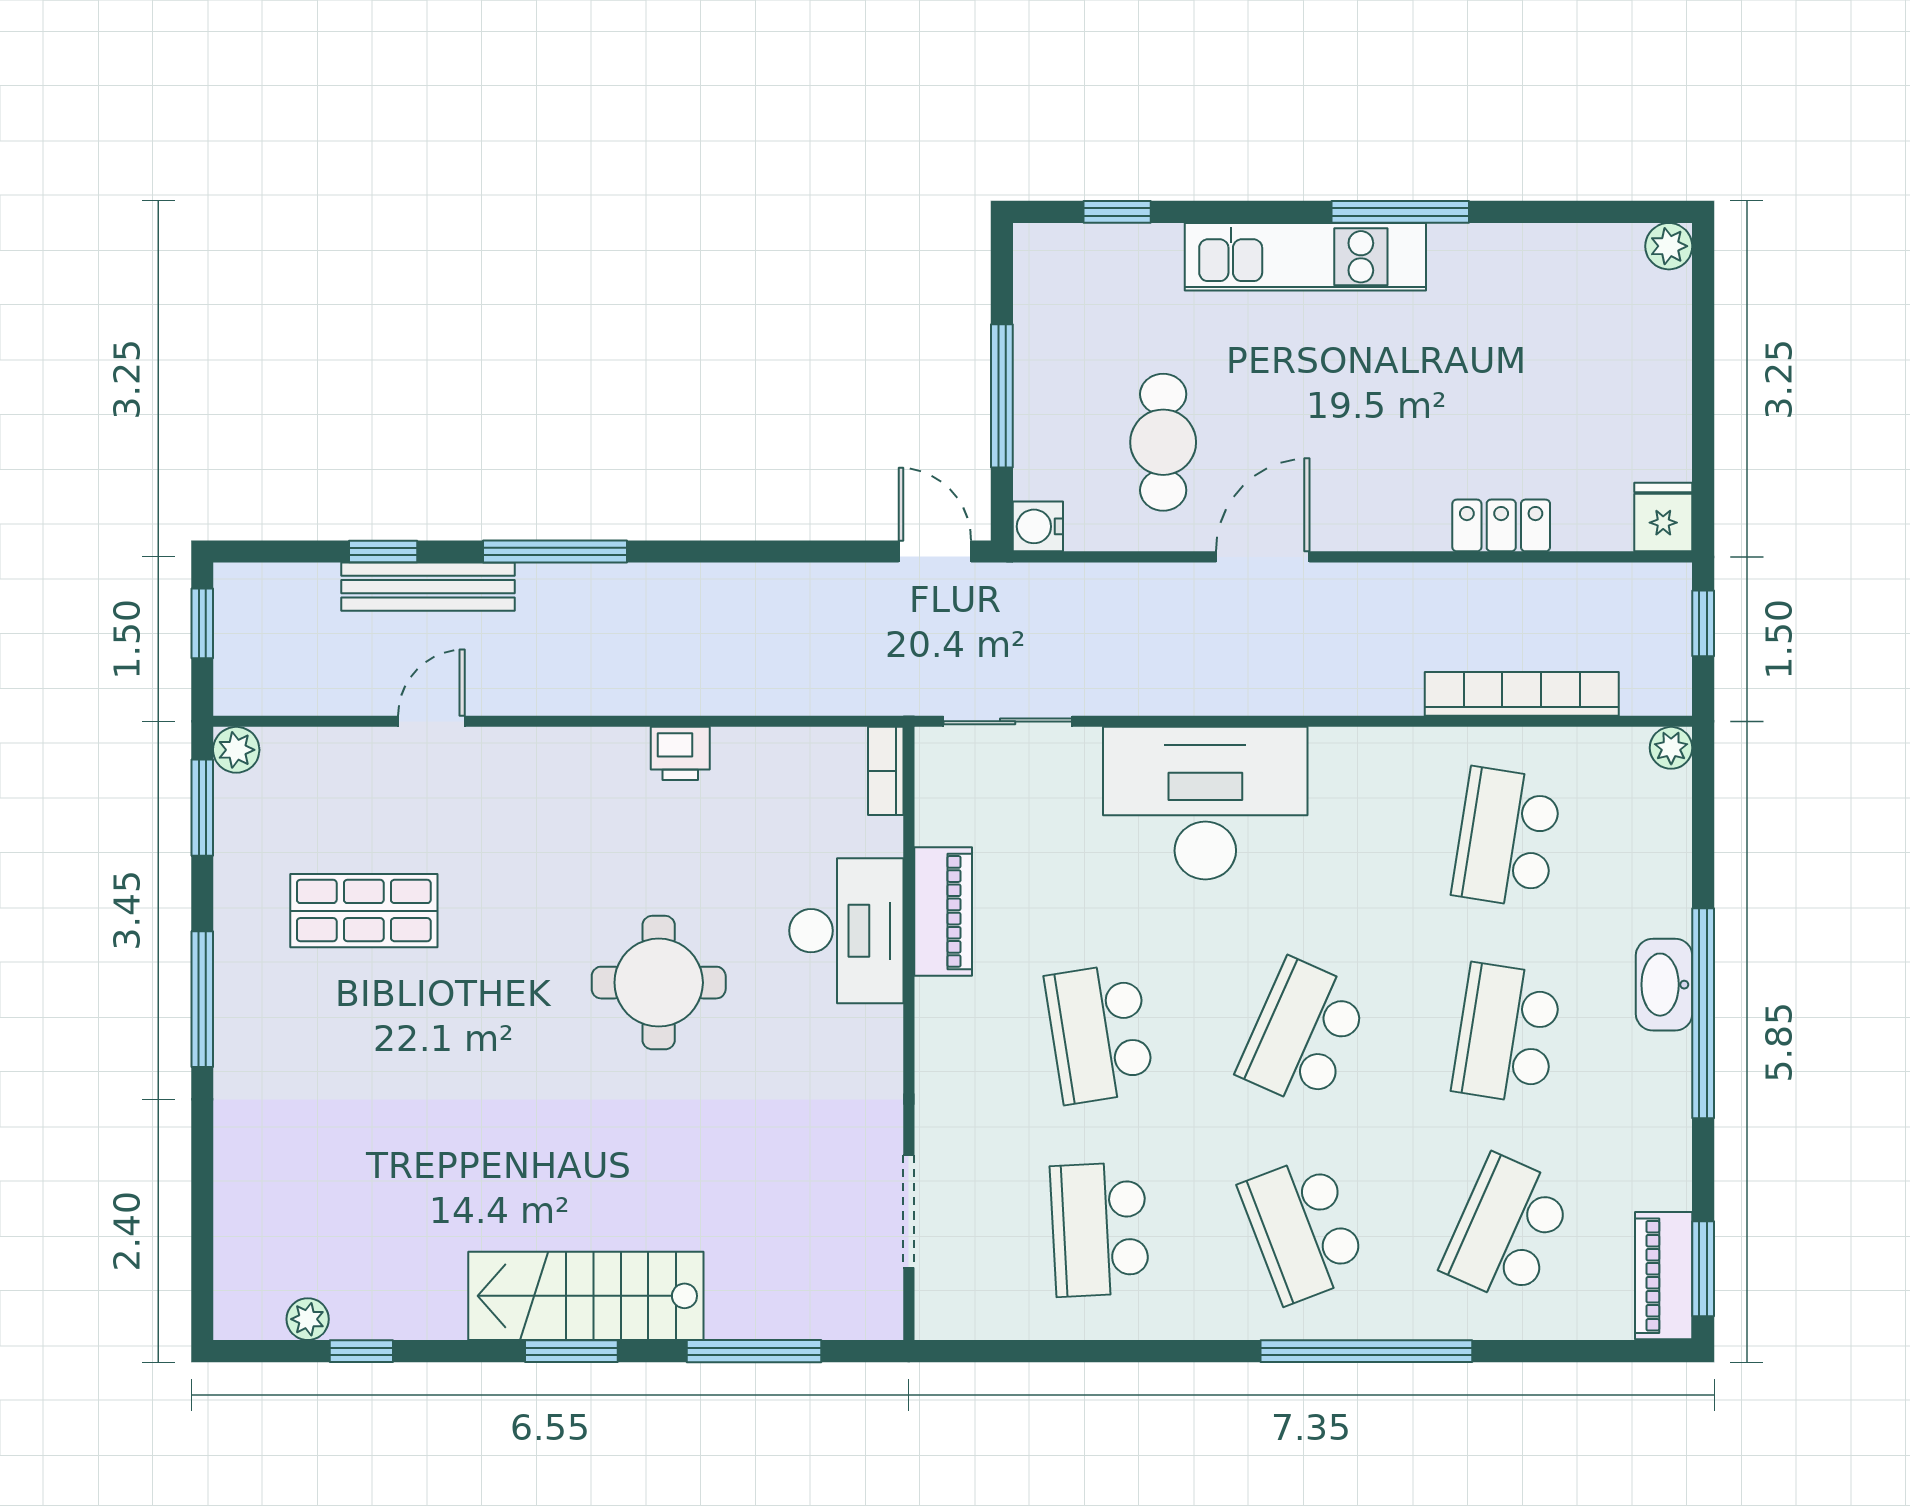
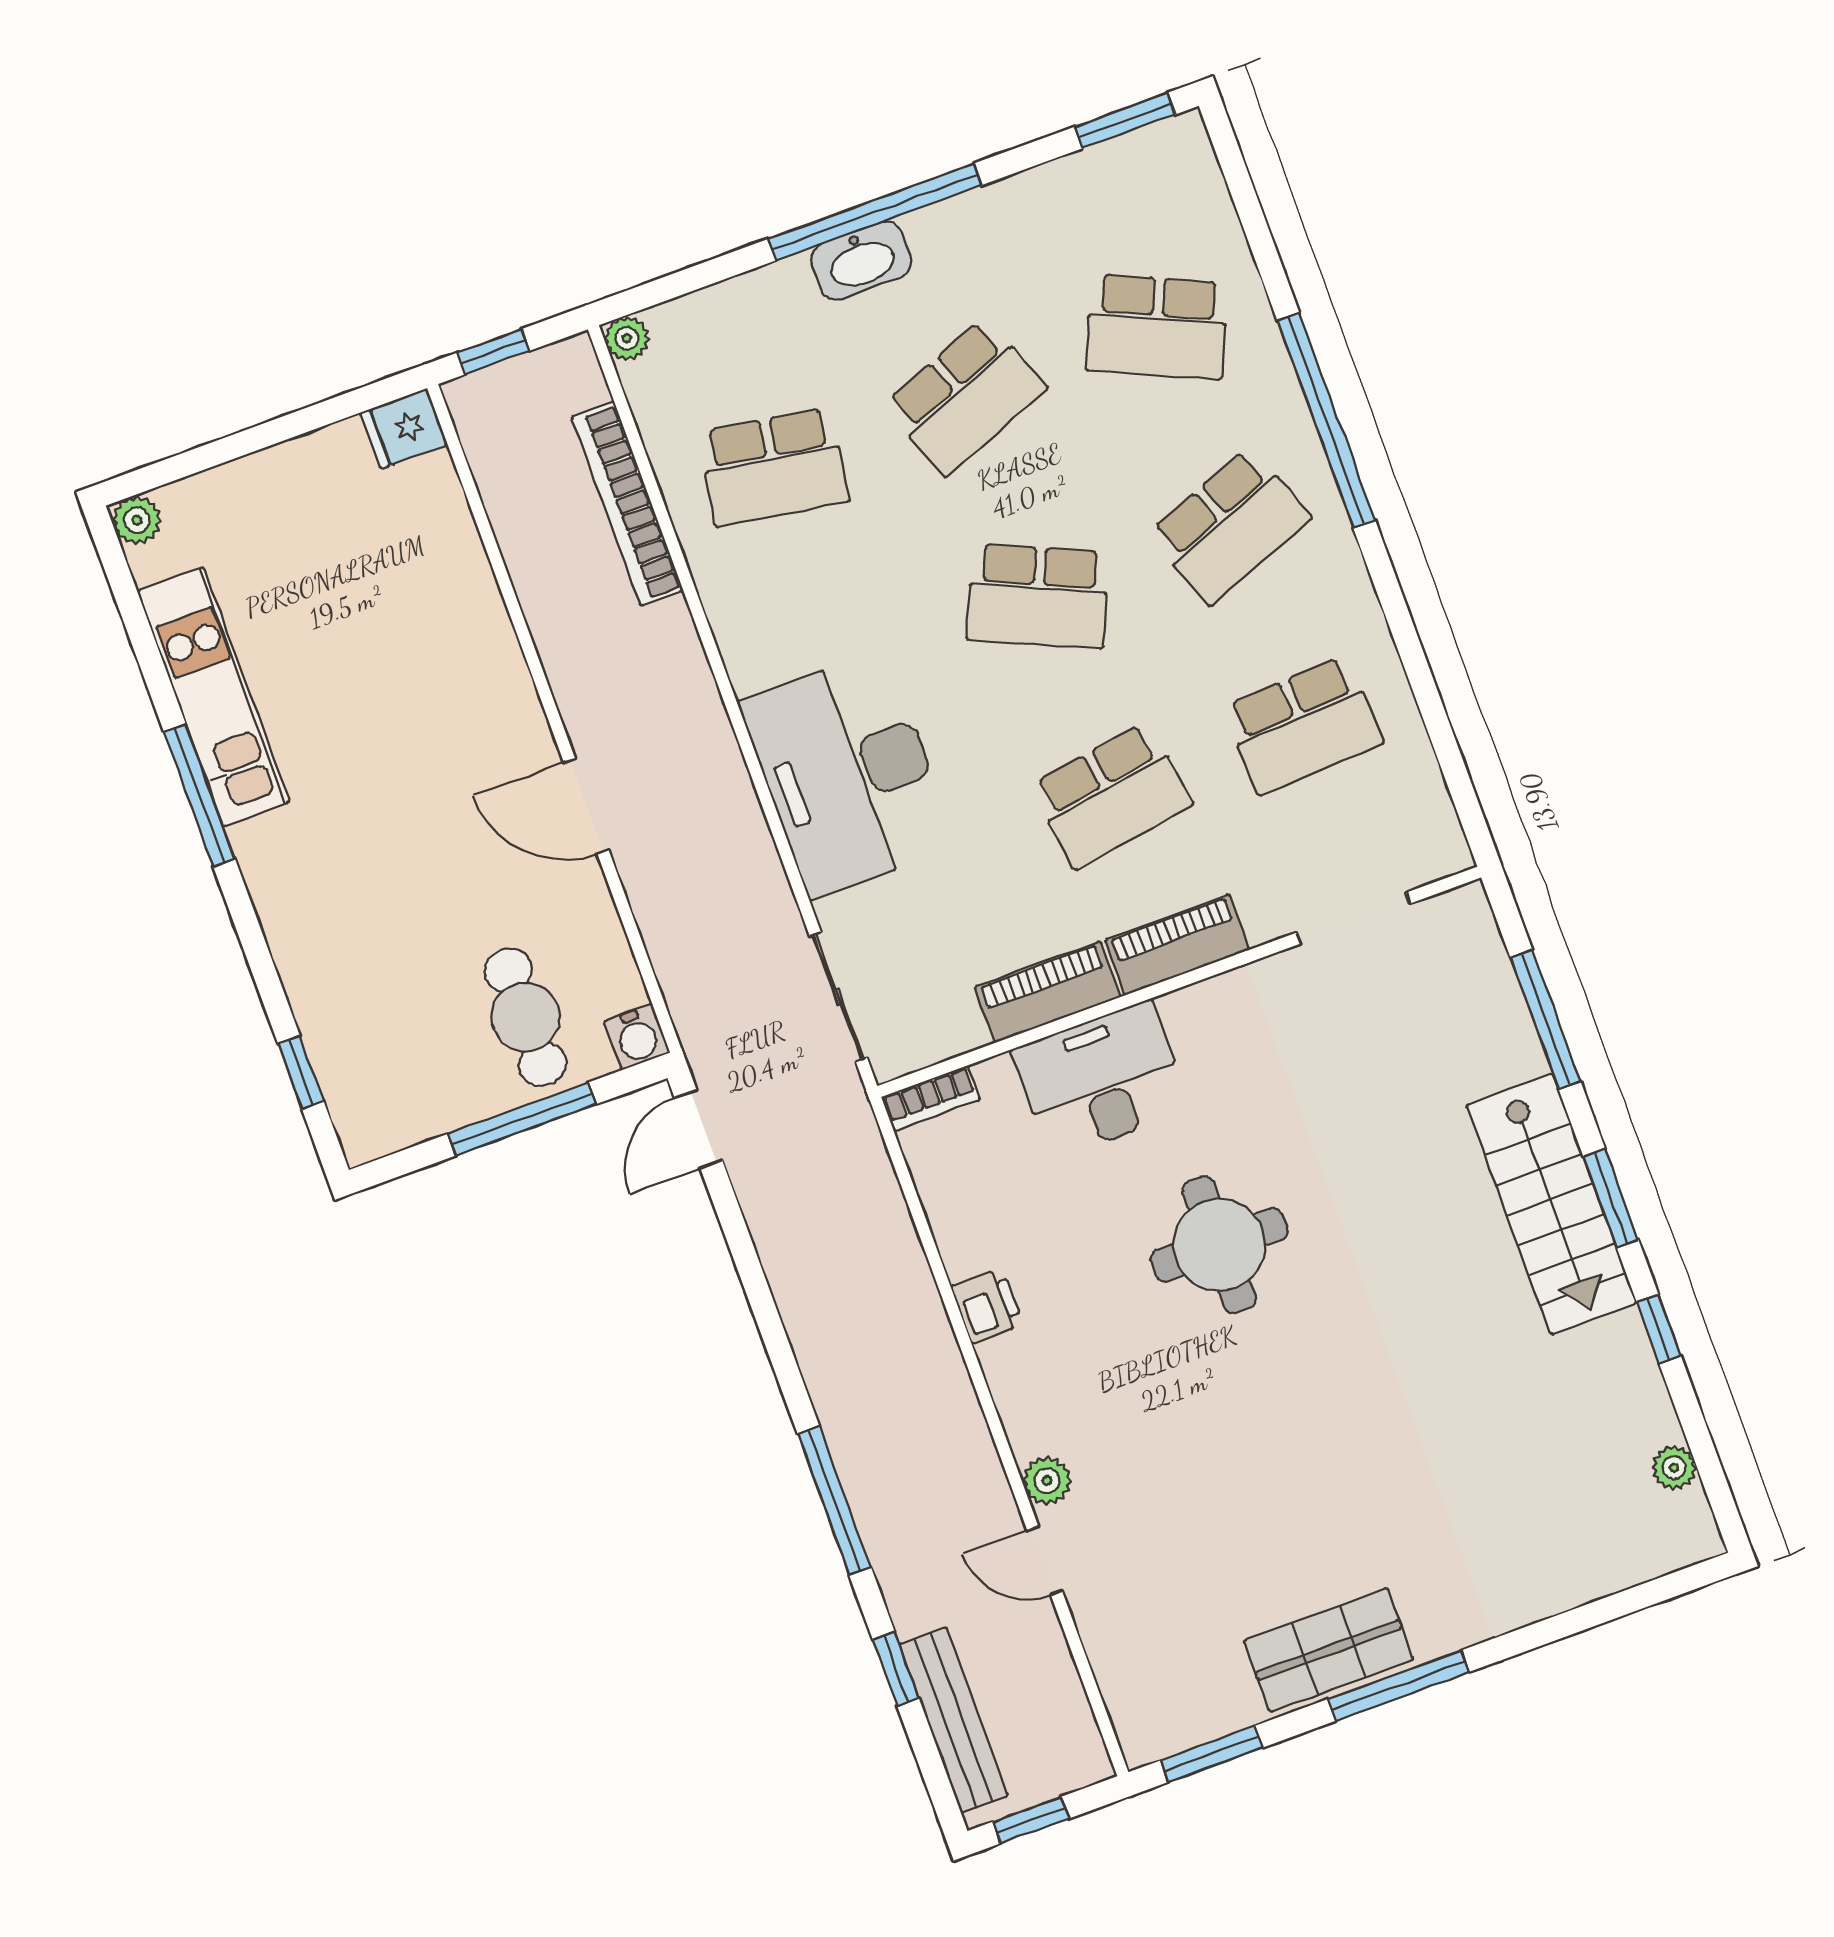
kitchen unit: (1305, 257) -> (213, 697), moved
cafe table: (1163, 442) -> (525, 1017), moved, turned 90
locker: (1501, 525) -> (470, 584), removed
bench: (428, 587) -> (954, 1720), moved
plant: (236, 750) -> (1047, 1481), moved
shop shelf: (364, 911) -> (1329, 1650), moved, turned 90
school desk: (1507, 1033) -> (965, 397), turned -30
piano: (1664, 1276) -> (1177, 945), moved, turned 180
window: (361, 1351) -> (1659, 1329), moved

